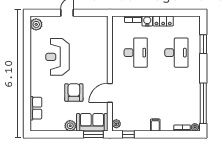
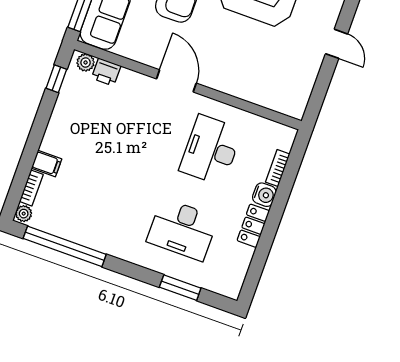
desk: (136, 53) -> (211, 150), turned 90
door: (110, 93) -> (176, 81), moved
printer: (117, 113) -> (106, 72), added
filing cabinet: (155, 125) -> (47, 164), moved

